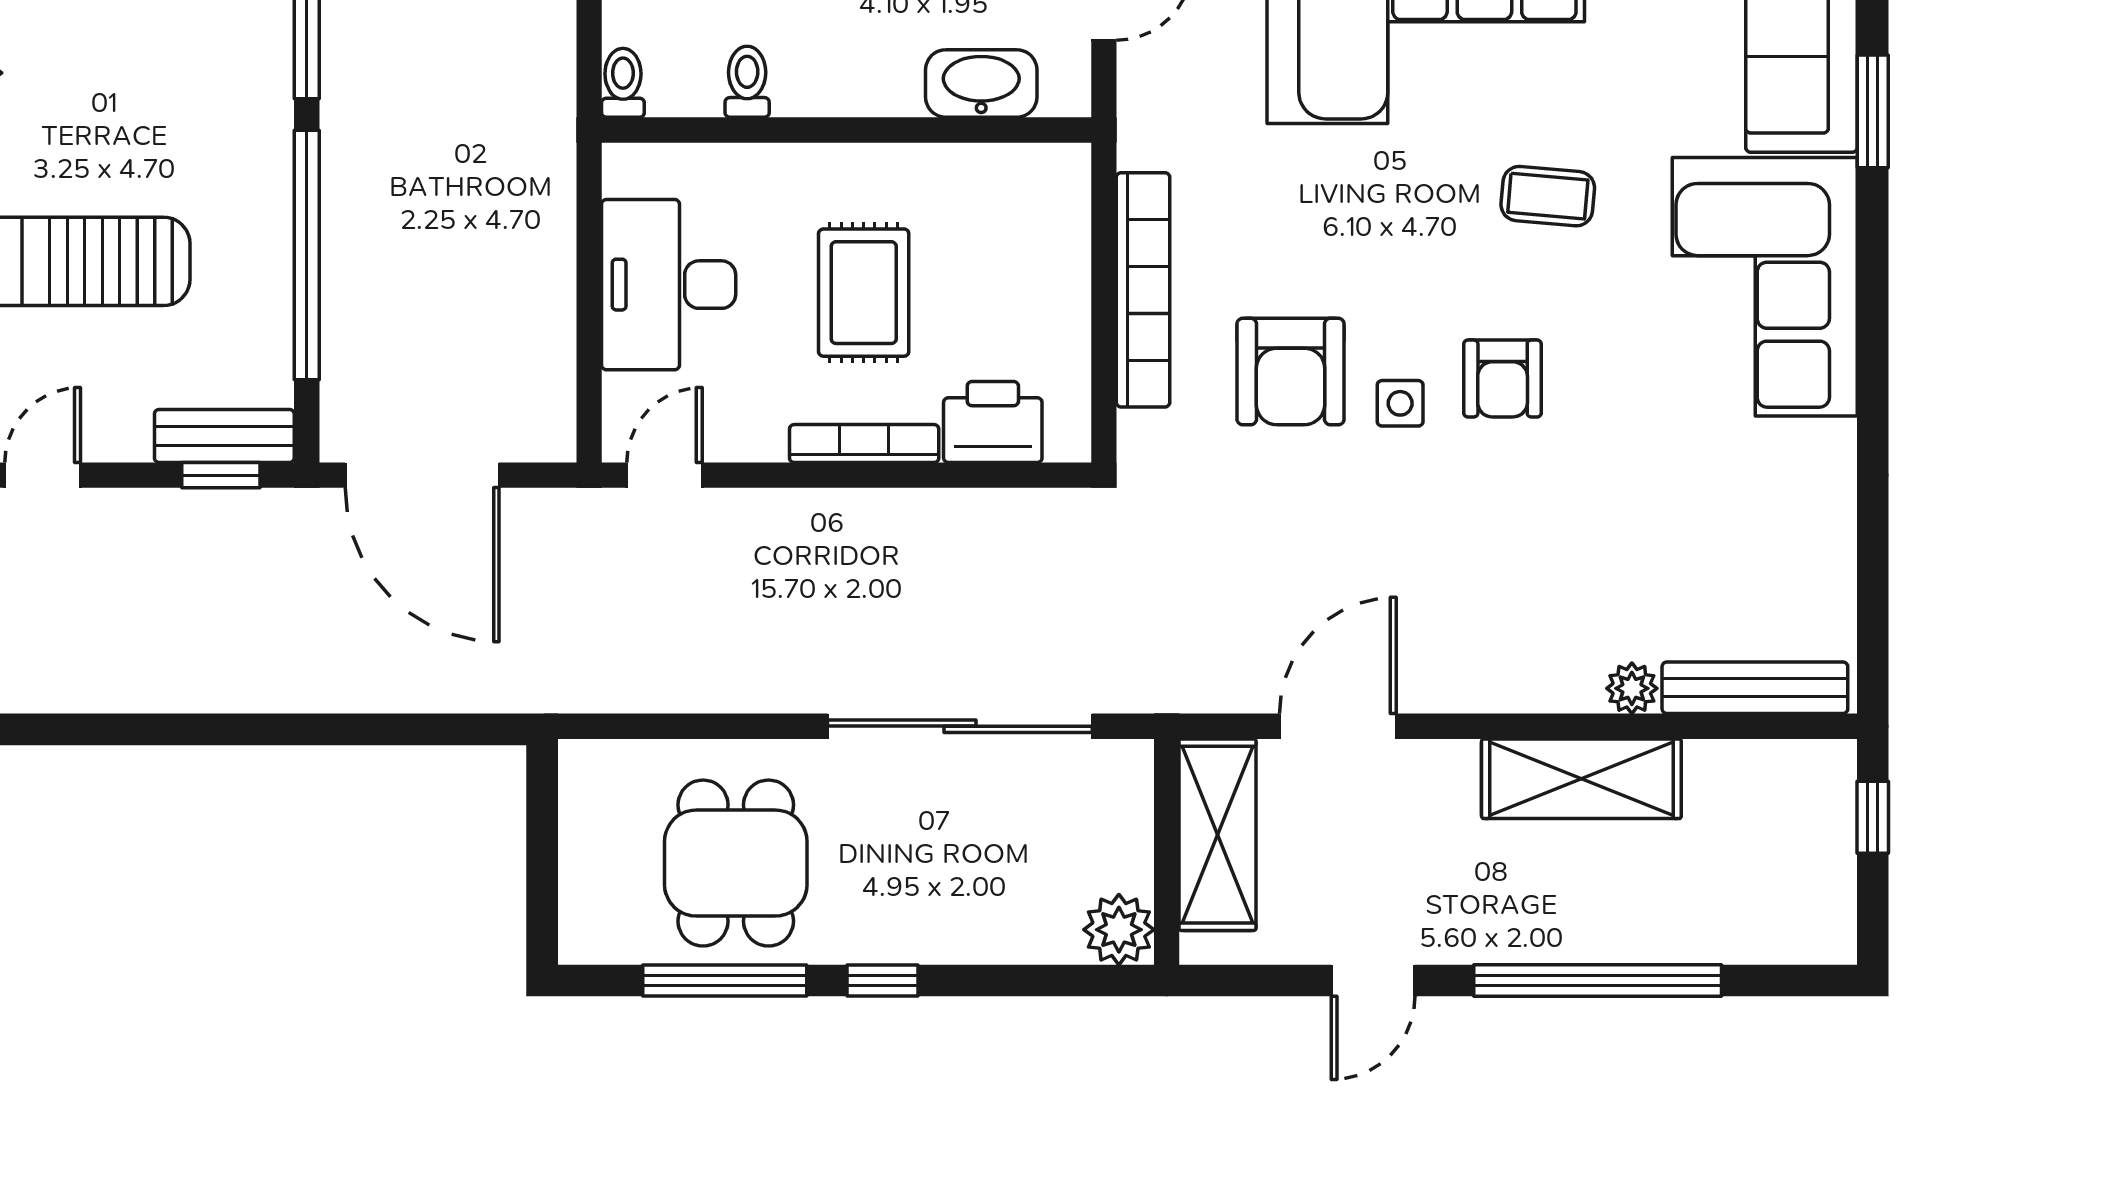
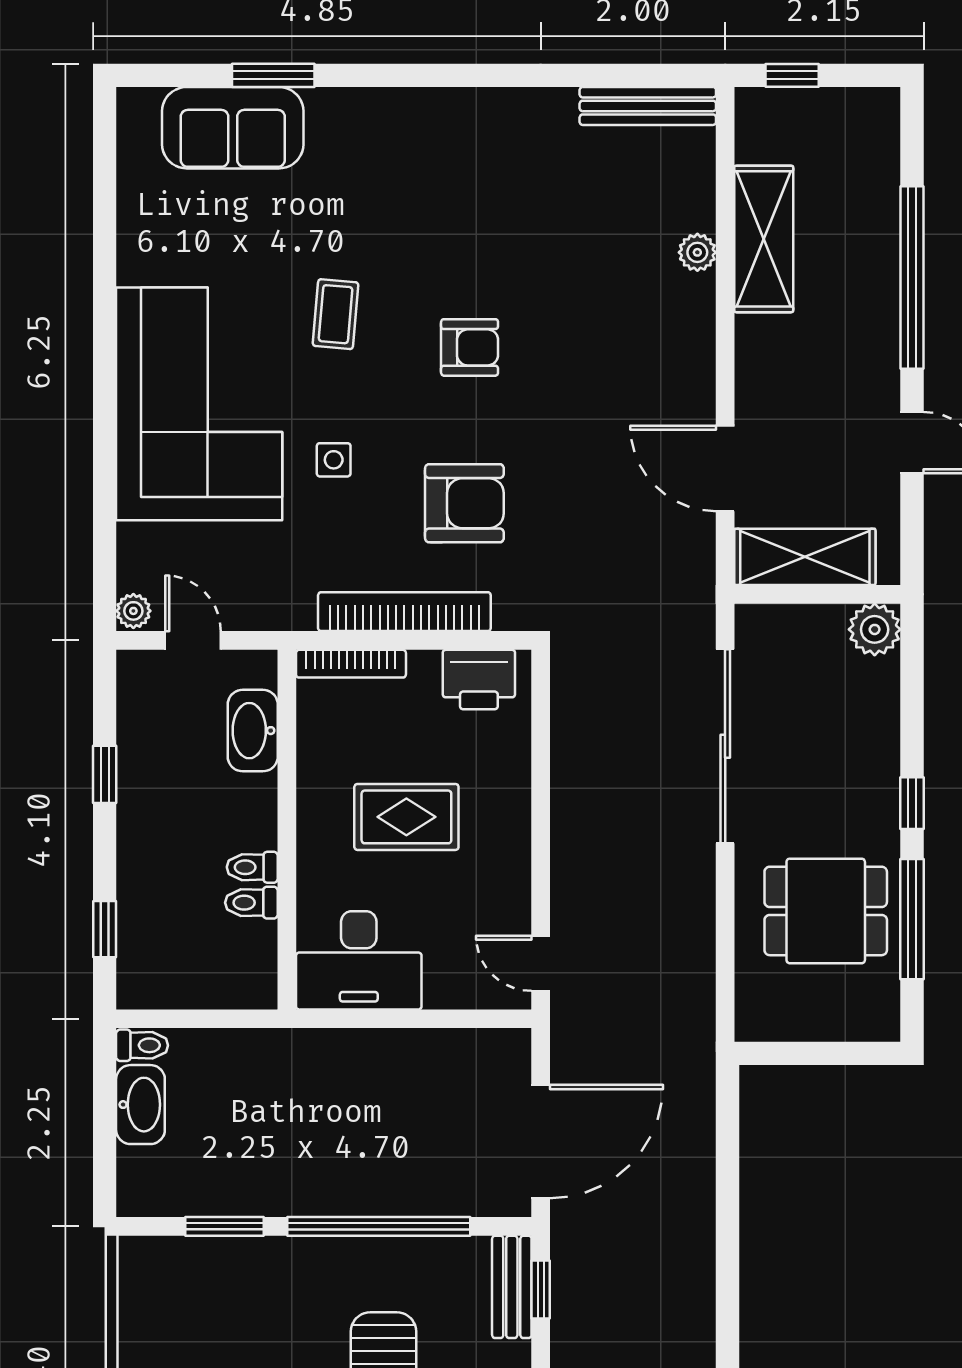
toilet: (623, 83) -> (252, 867), moved
desk: (669, 285) -> (359, 960), moved
corner sofa: (1765, 287) -> (402, 155), removed
side table: (1400, 403) -> (334, 460), moved
printer: (993, 422) -> (479, 680), moved, turned -90
bookcase: (864, 444) -> (351, 664), moved, turned -90
bench: (1755, 688) -> (648, 106), moved, turned 90
shelving: (1581, 779) -> (764, 239), moved

